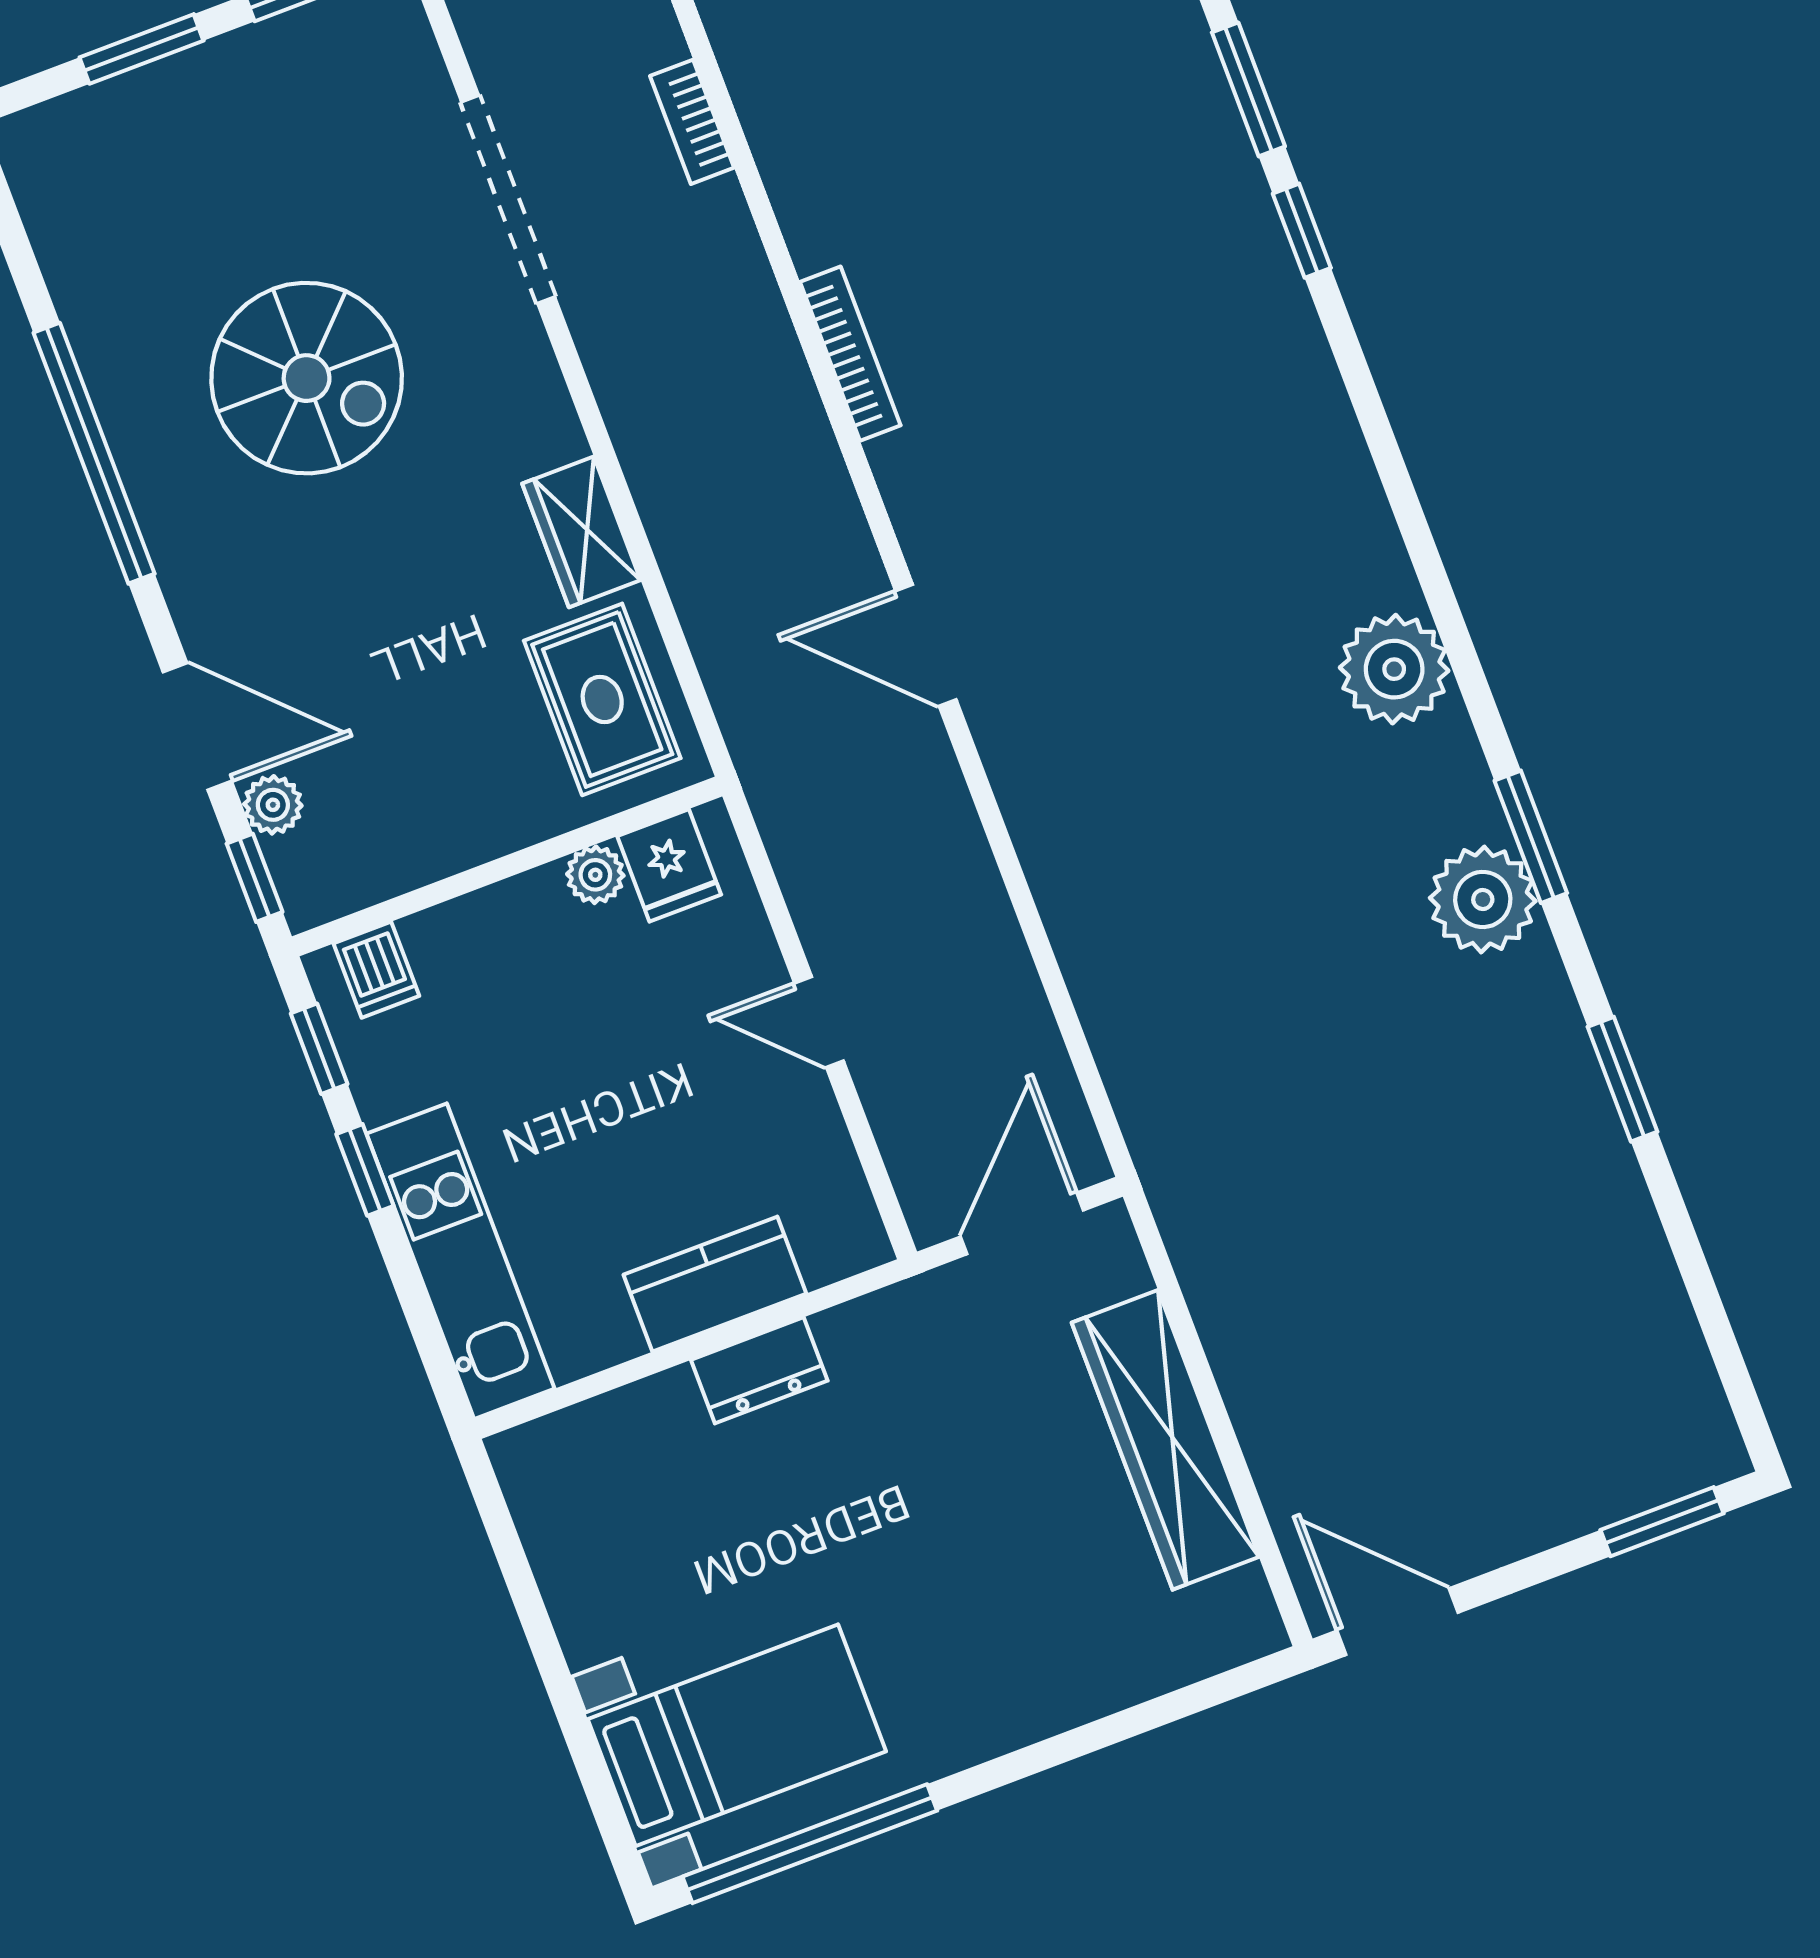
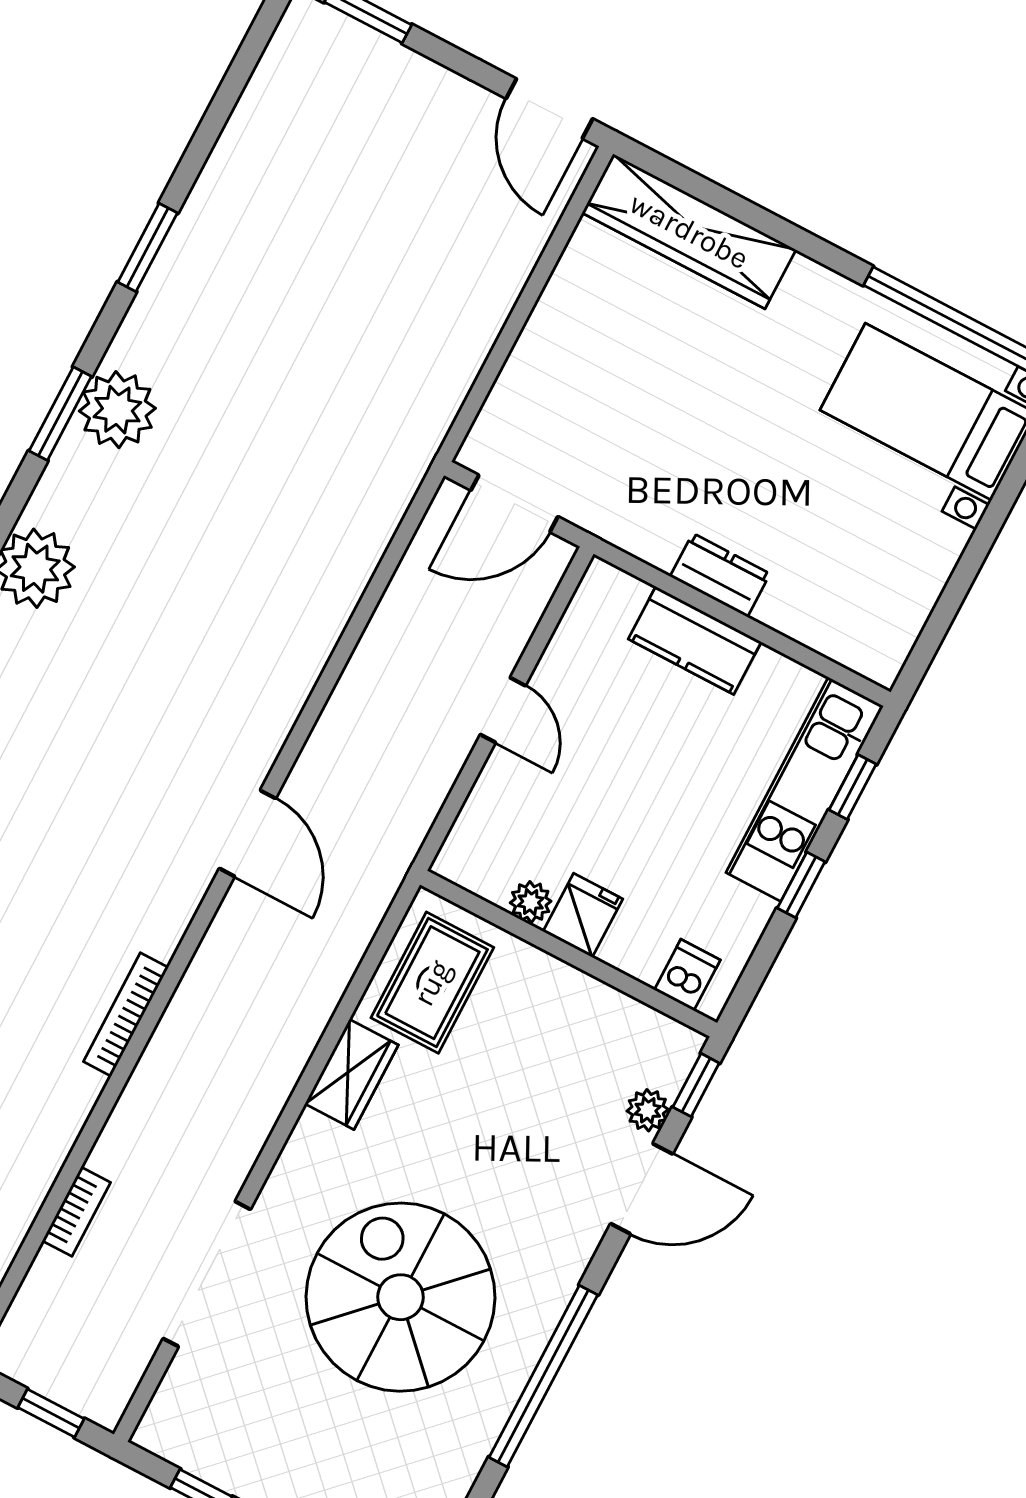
spiral stairs: (307, 378) -> (400, 1297), width x1.37, depth x1.37
door: (197, 726) -> (642, 1189), swing flipped
fridge: (669, 865) -> (583, 915), moved
window: (319, 1049) -> (853, 787), moved
wardrobe: (1165, 1440) -> (689, 231), moved, turned 90

